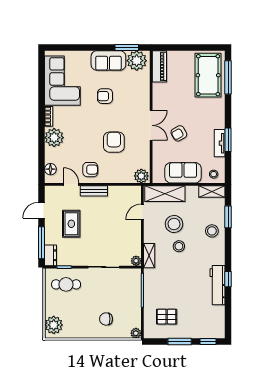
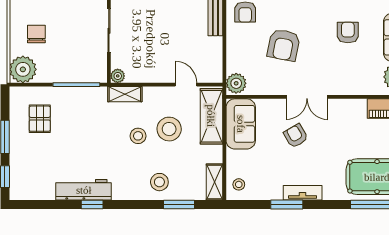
armchair: (114, 142) -> (284, 45), turned 101
tv unit: (220, 143) -> (303, 193), moved
sofa: (183, 173) -> (241, 124), moved
plant: (136, 333) -> (23, 69), width x1.87, depth x1.87

